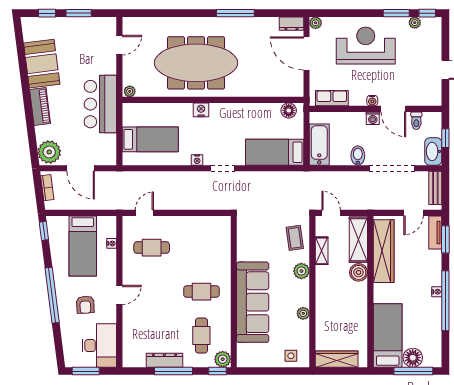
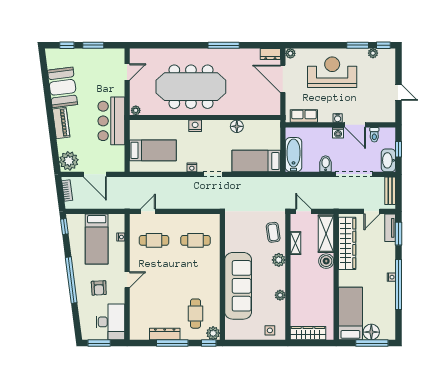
floor lamp: (289, 111) -> (237, 126), moved
cafe table: (201, 292) -> (195, 240), moved

